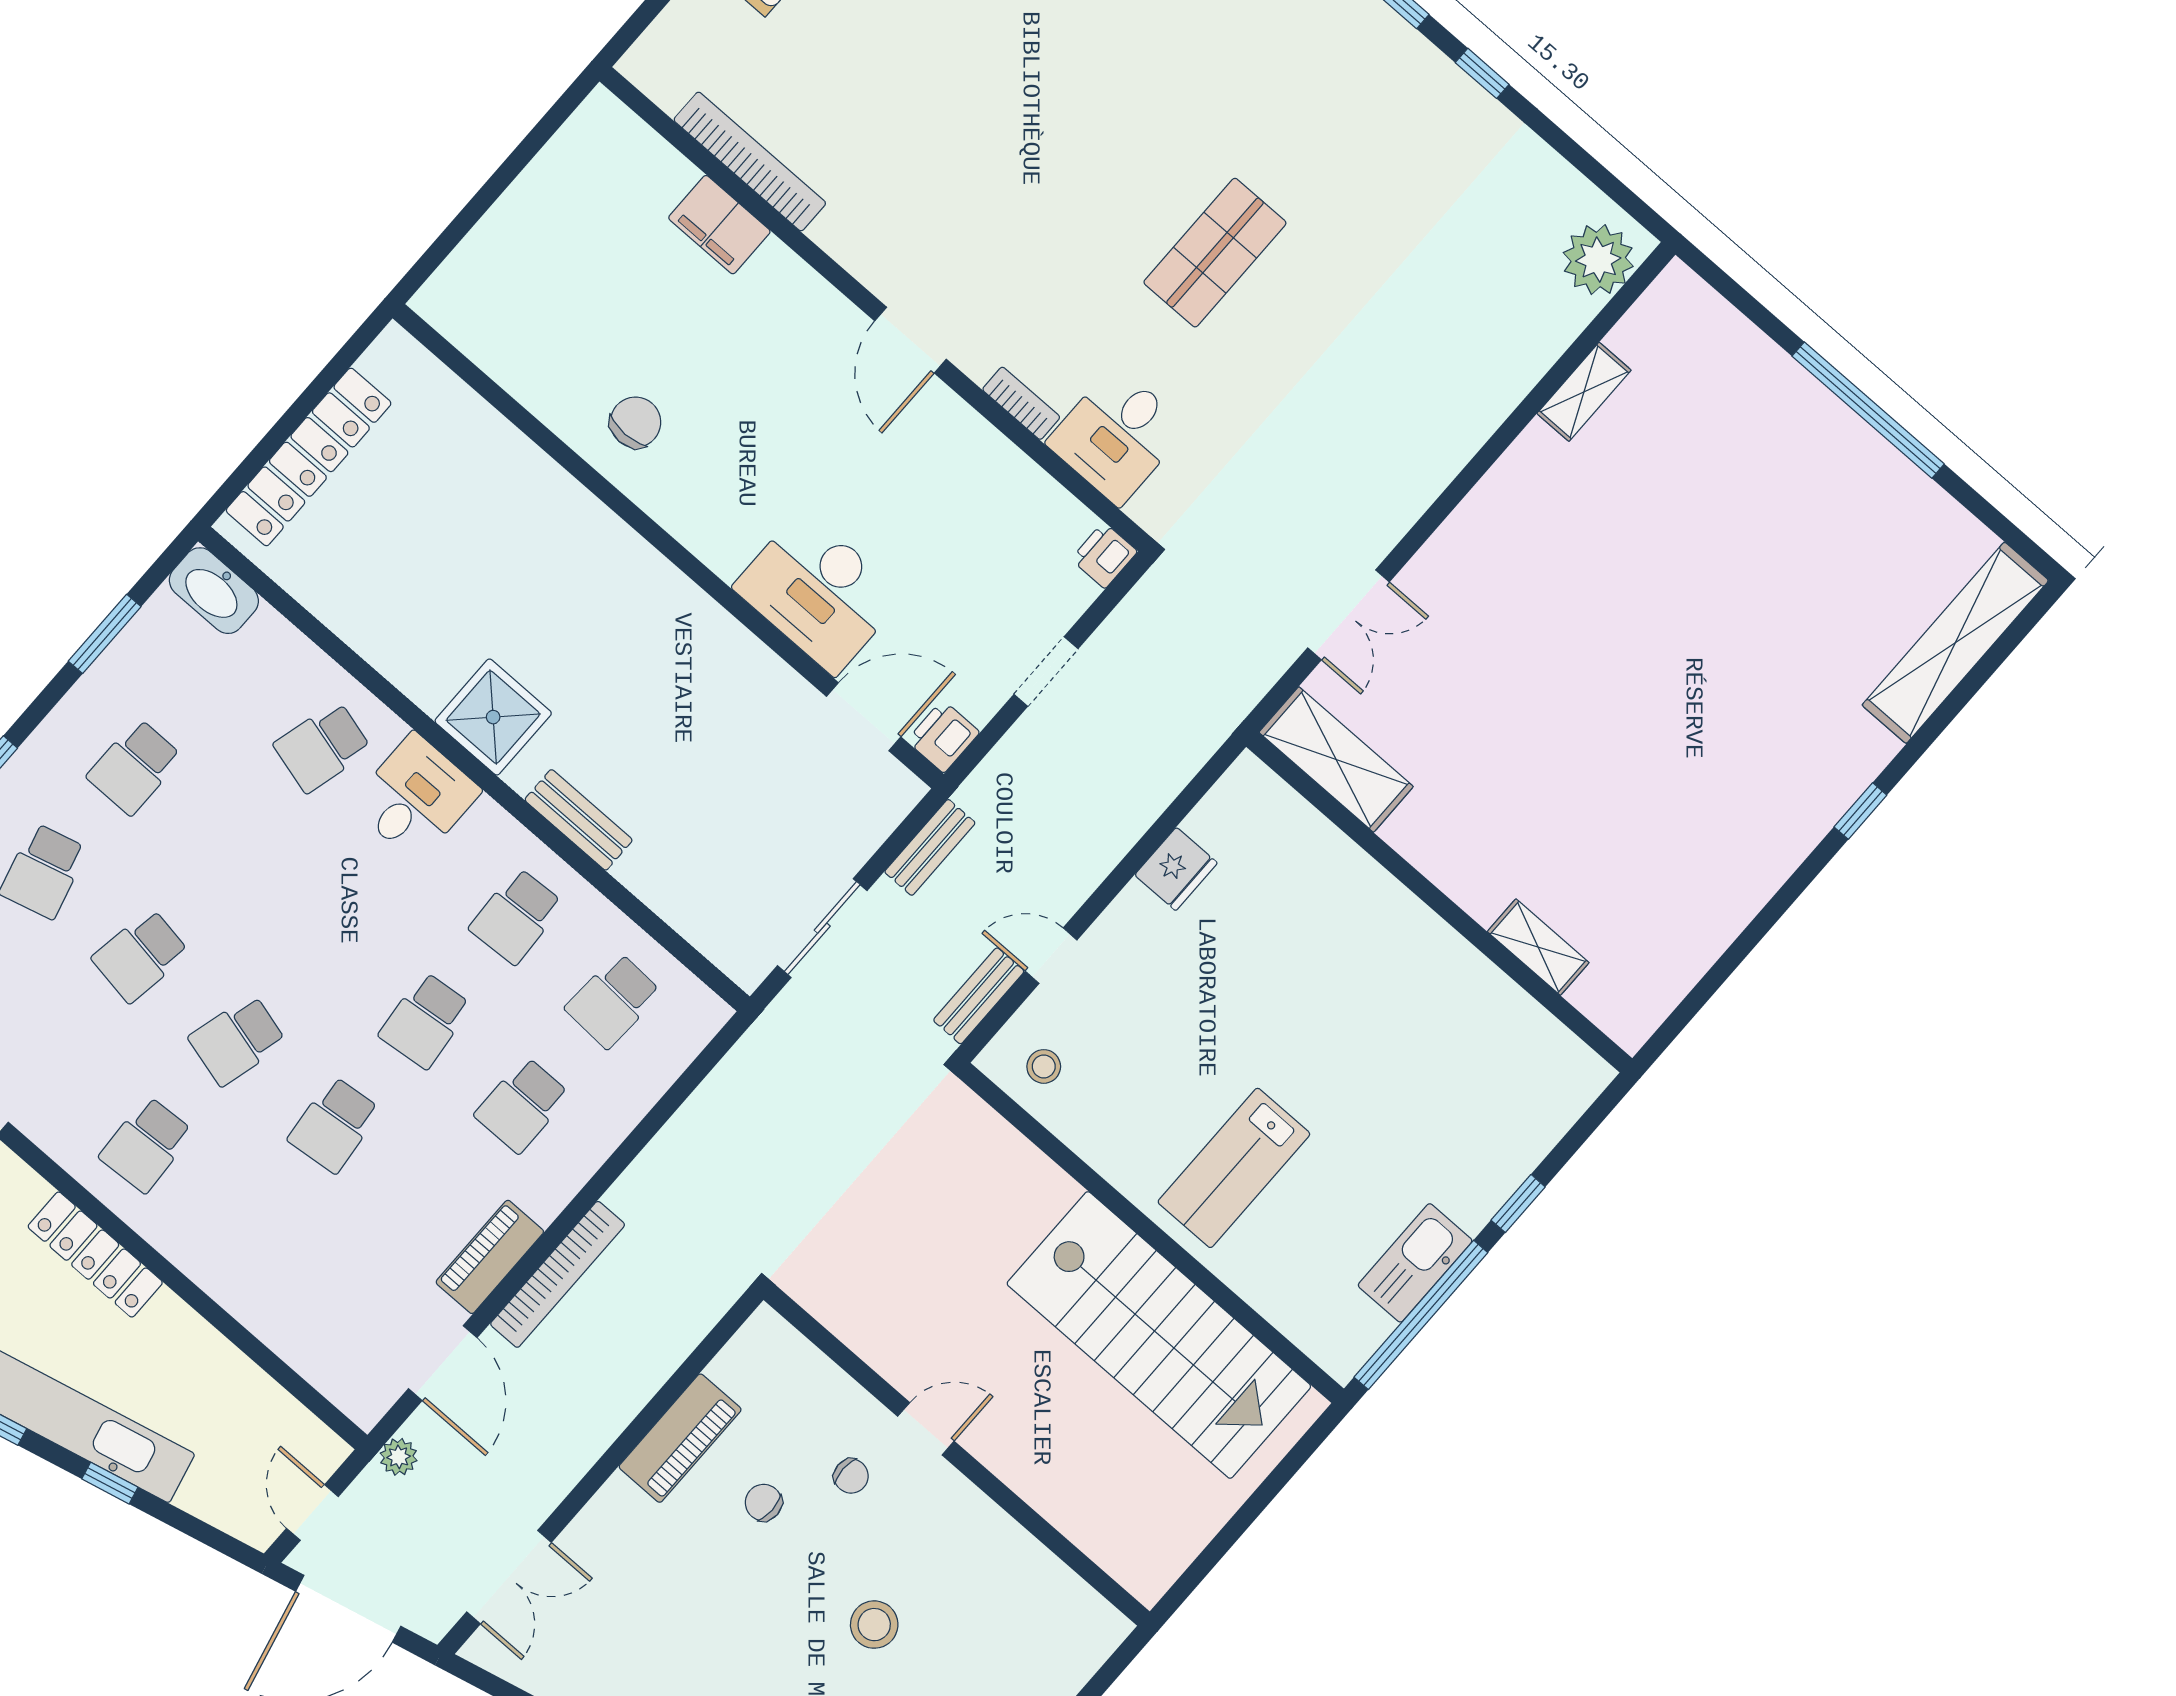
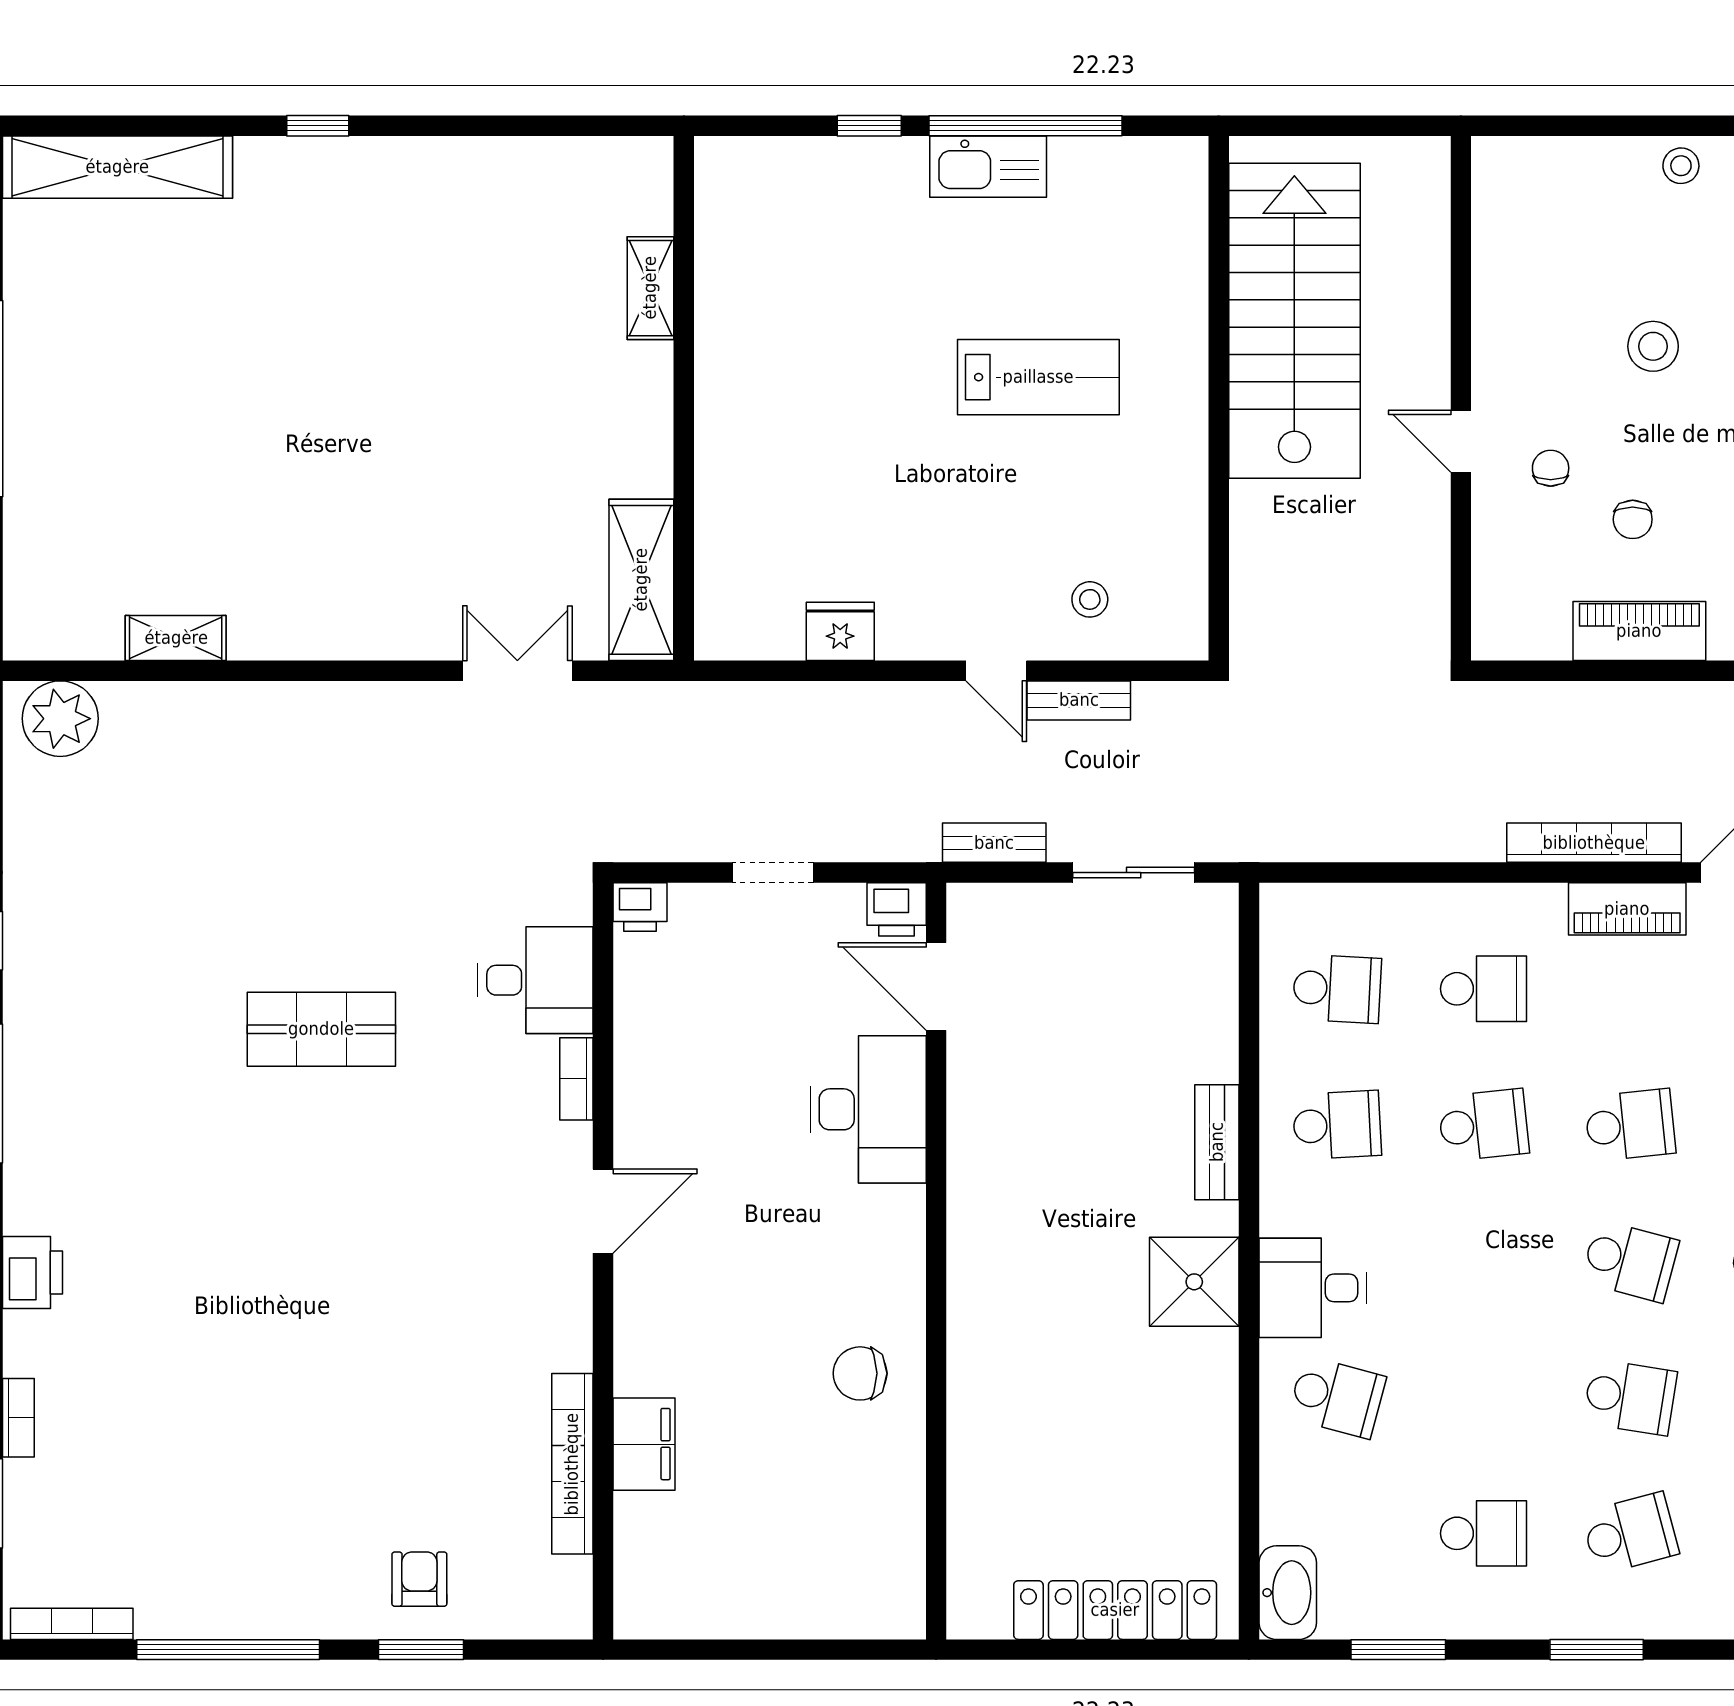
wall: (1151, 1233) -> (1219, 398), moved
stairs: (1159, 1335) -> (1294, 321), moved

